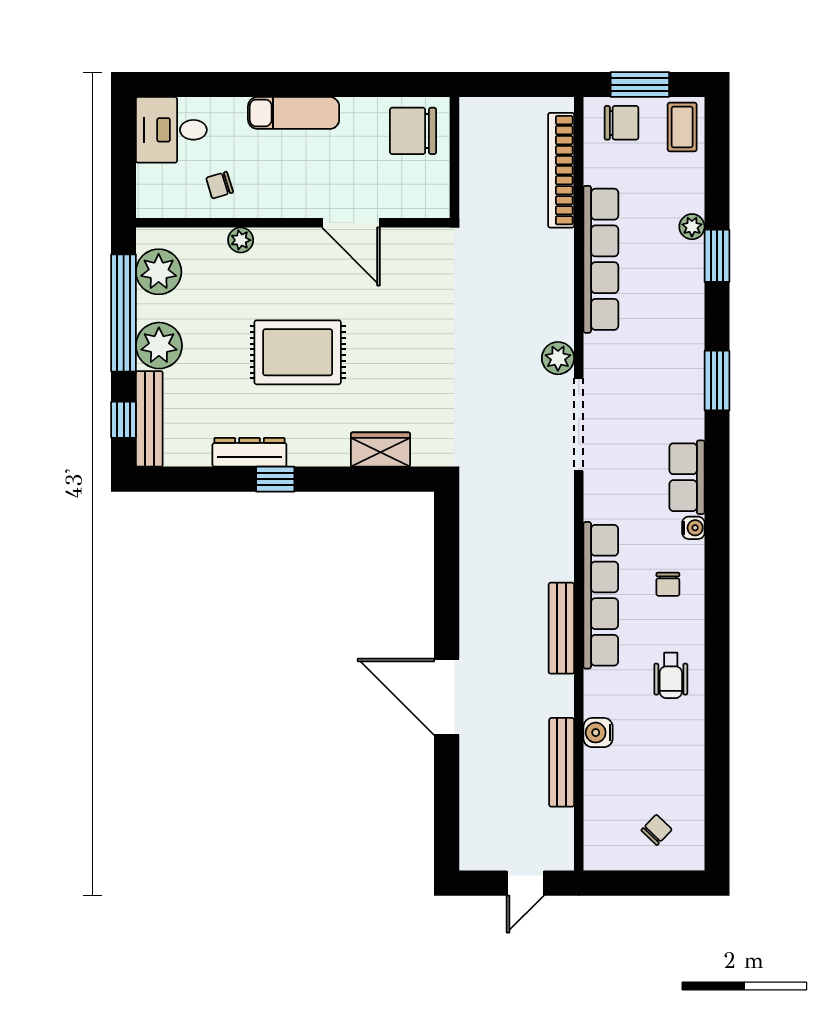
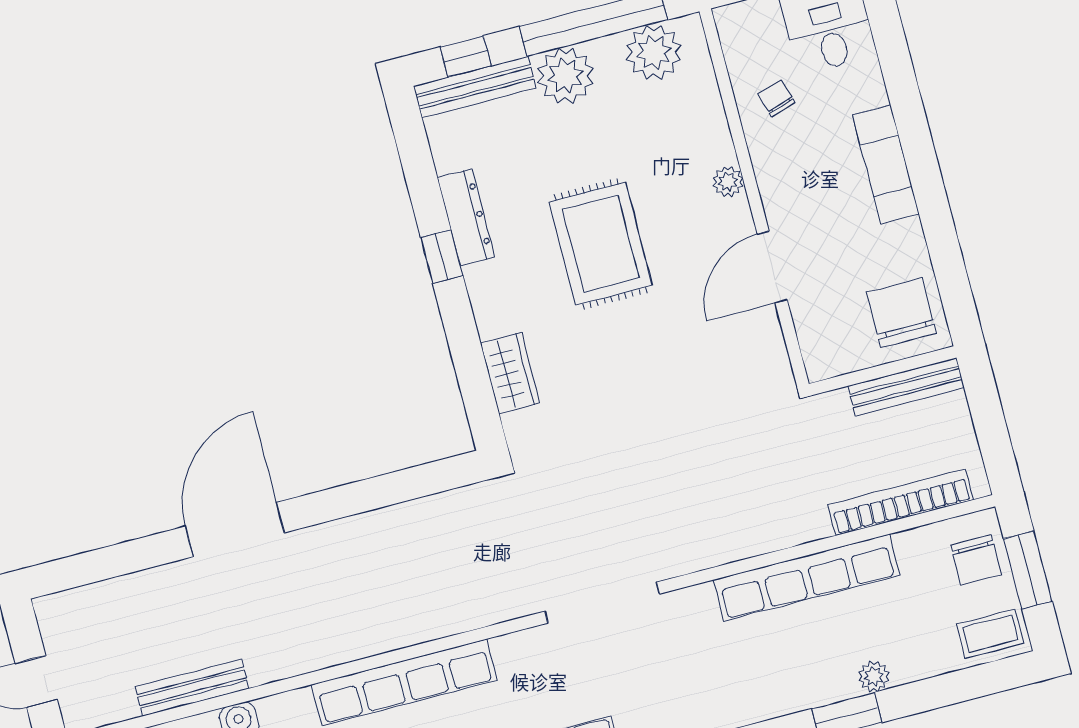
plant: (241, 240) -> (728, 182), moved
plant: (558, 358) -> (675, 557), removed
bench: (561, 628) -> (906, 387), moved

